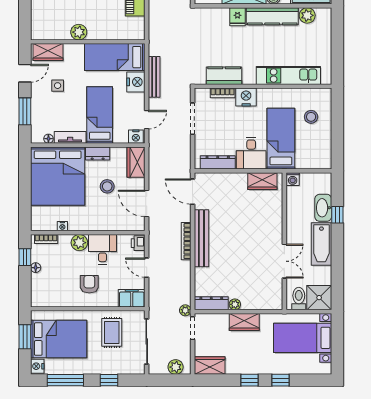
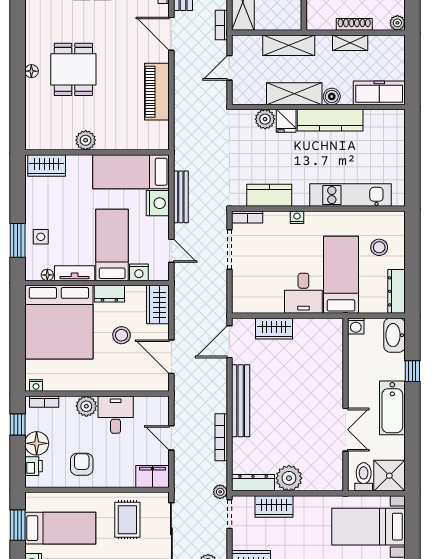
plant: (307, 15) -> (265, 119), moved
door: (25, 73) -> (18, 192), removed
side table: (58, 86) -> (41, 237), moved
bookcase: (223, 93) -> (247, 217), moved
nightstand: (246, 97) -> (297, 217), width x0.53, depth x0.56
door: (147, 120) -> (171, 251), hinge flipped
nightstand: (136, 137) -> (139, 272), moved
dresser: (218, 162) -> (396, 291), moved, turned -90
wardrobe: (262, 181) -> (274, 328), moved
door: (193, 192) -> (229, 342), hinge flipped
washbasin: (323, 208) -> (394, 335), moved
nightstand: (62, 226) -> (36, 385), moved
bookcase: (186, 241) -> (221, 437), moved
printer: (138, 243) -> (33, 466), moved, turned 180
floor lamp: (36, 268) -> (37, 443), width x1.89, depth x1.89
armchair: (89, 284) -> (82, 464), moved
plant: (235, 304) -> (289, 478), width x1.88, depth x1.88
wardrobe: (244, 322) -> (274, 507), moved
bed: (59, 339) -> (60, 528), width x0.67

